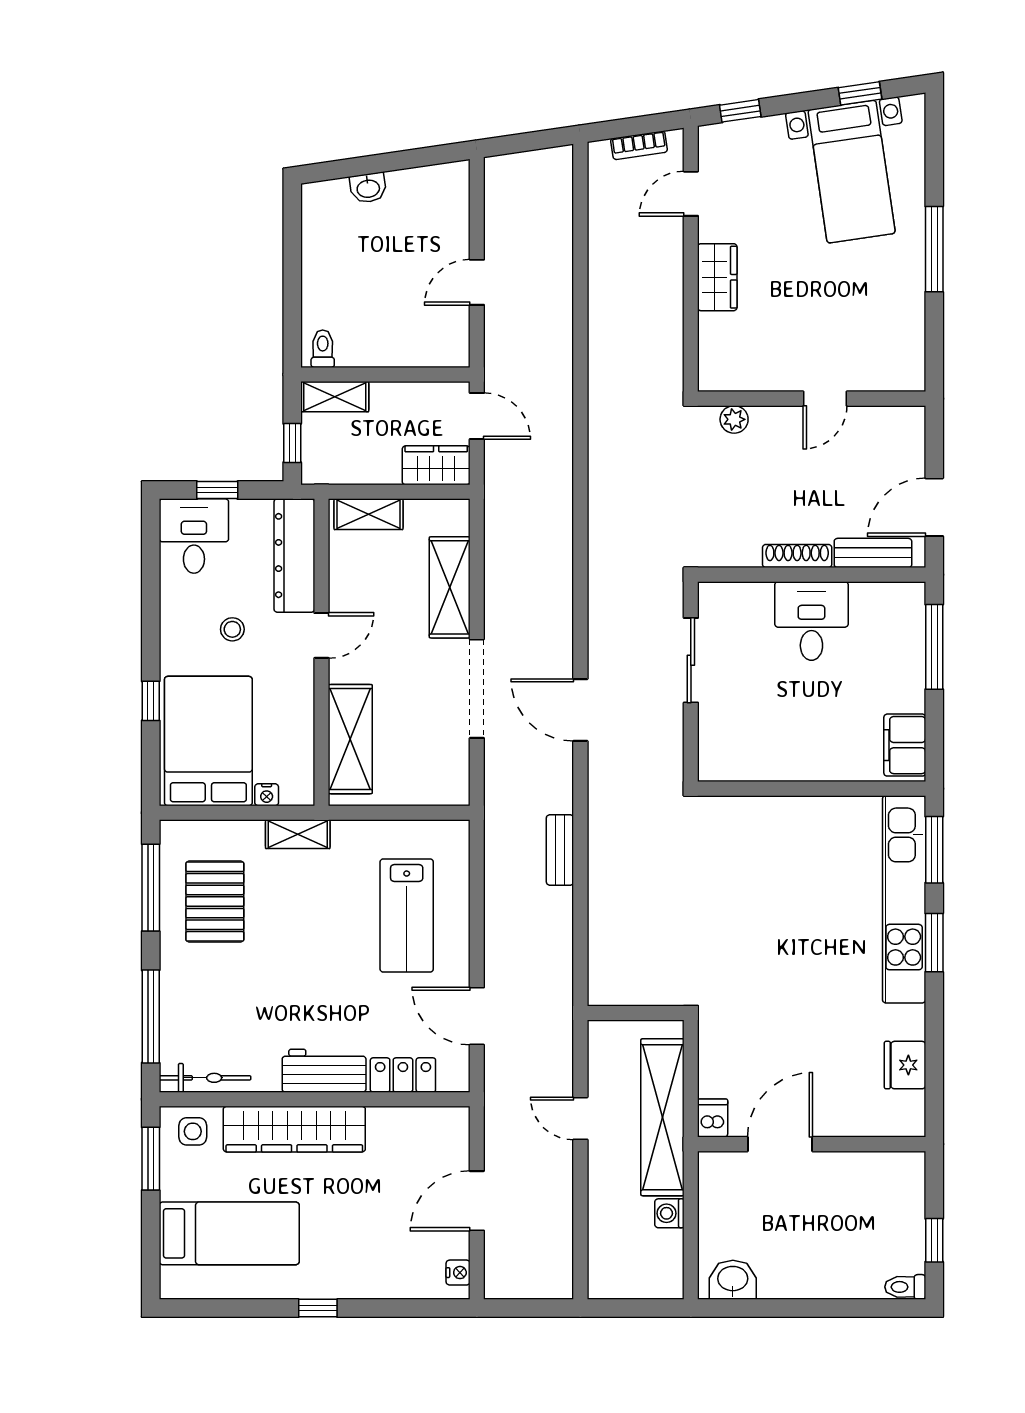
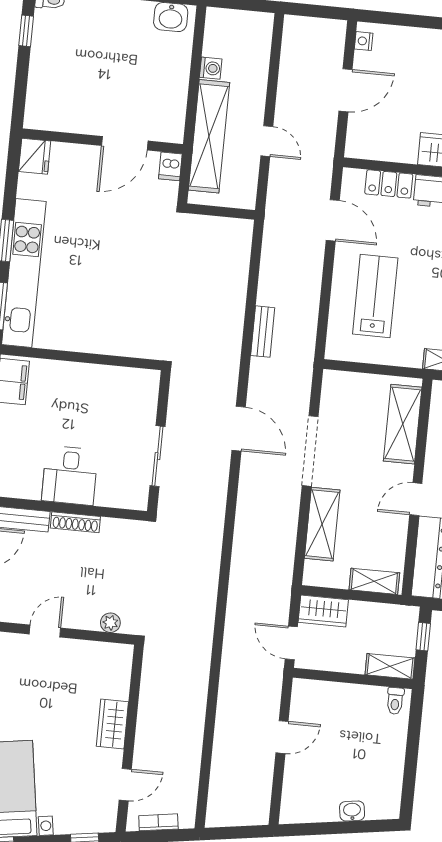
dishwasher: (713, 1118) -> (170, 166), moved
door: (780, 1144) -> (125, 143), moved
wall: (812, 1144) -> (102, 141), moved

